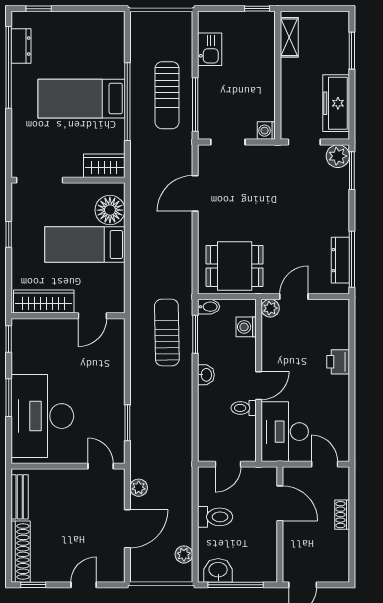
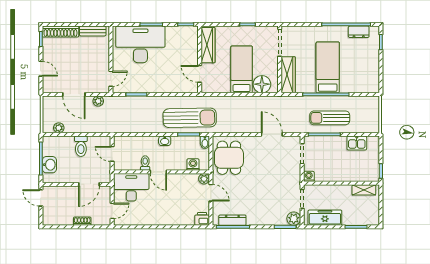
wardrobe: (104, 166) -> (288, 75), width x1.50
sun lounger: (167, 332) -> (190, 118), width x1.36, depth x1.34
printer: (338, 362) -> (202, 219), moved
washbasin: (218, 570) -> (49, 165), moved

